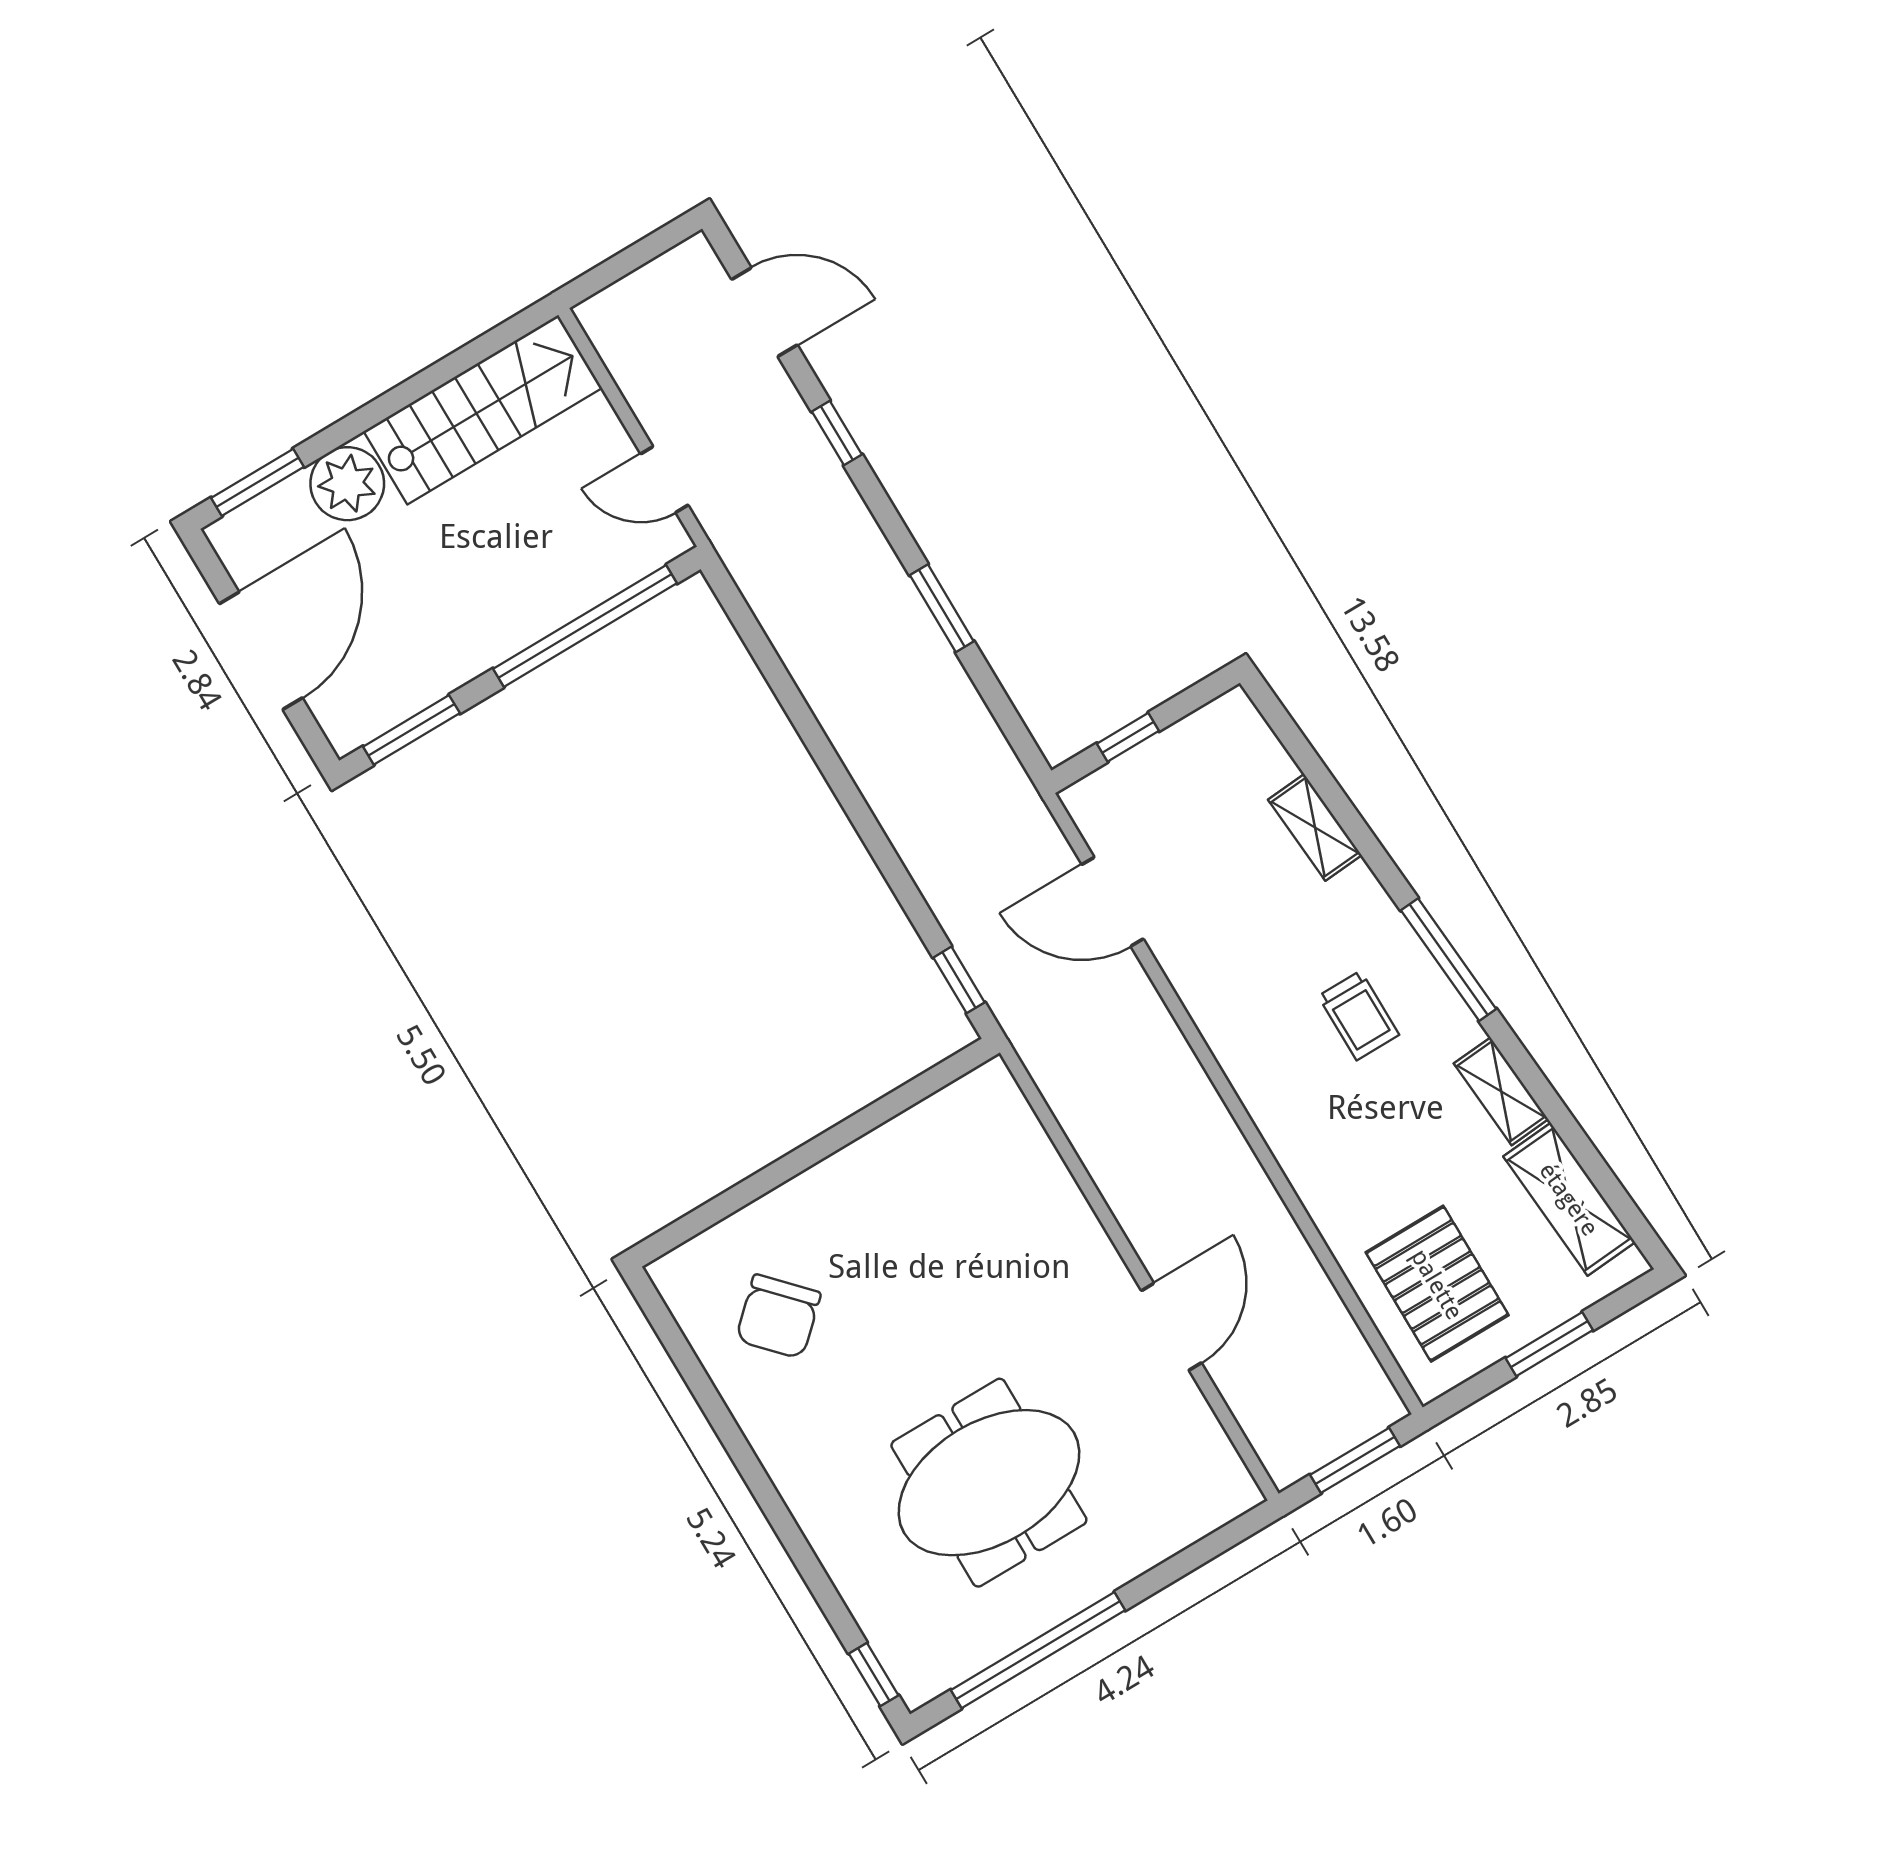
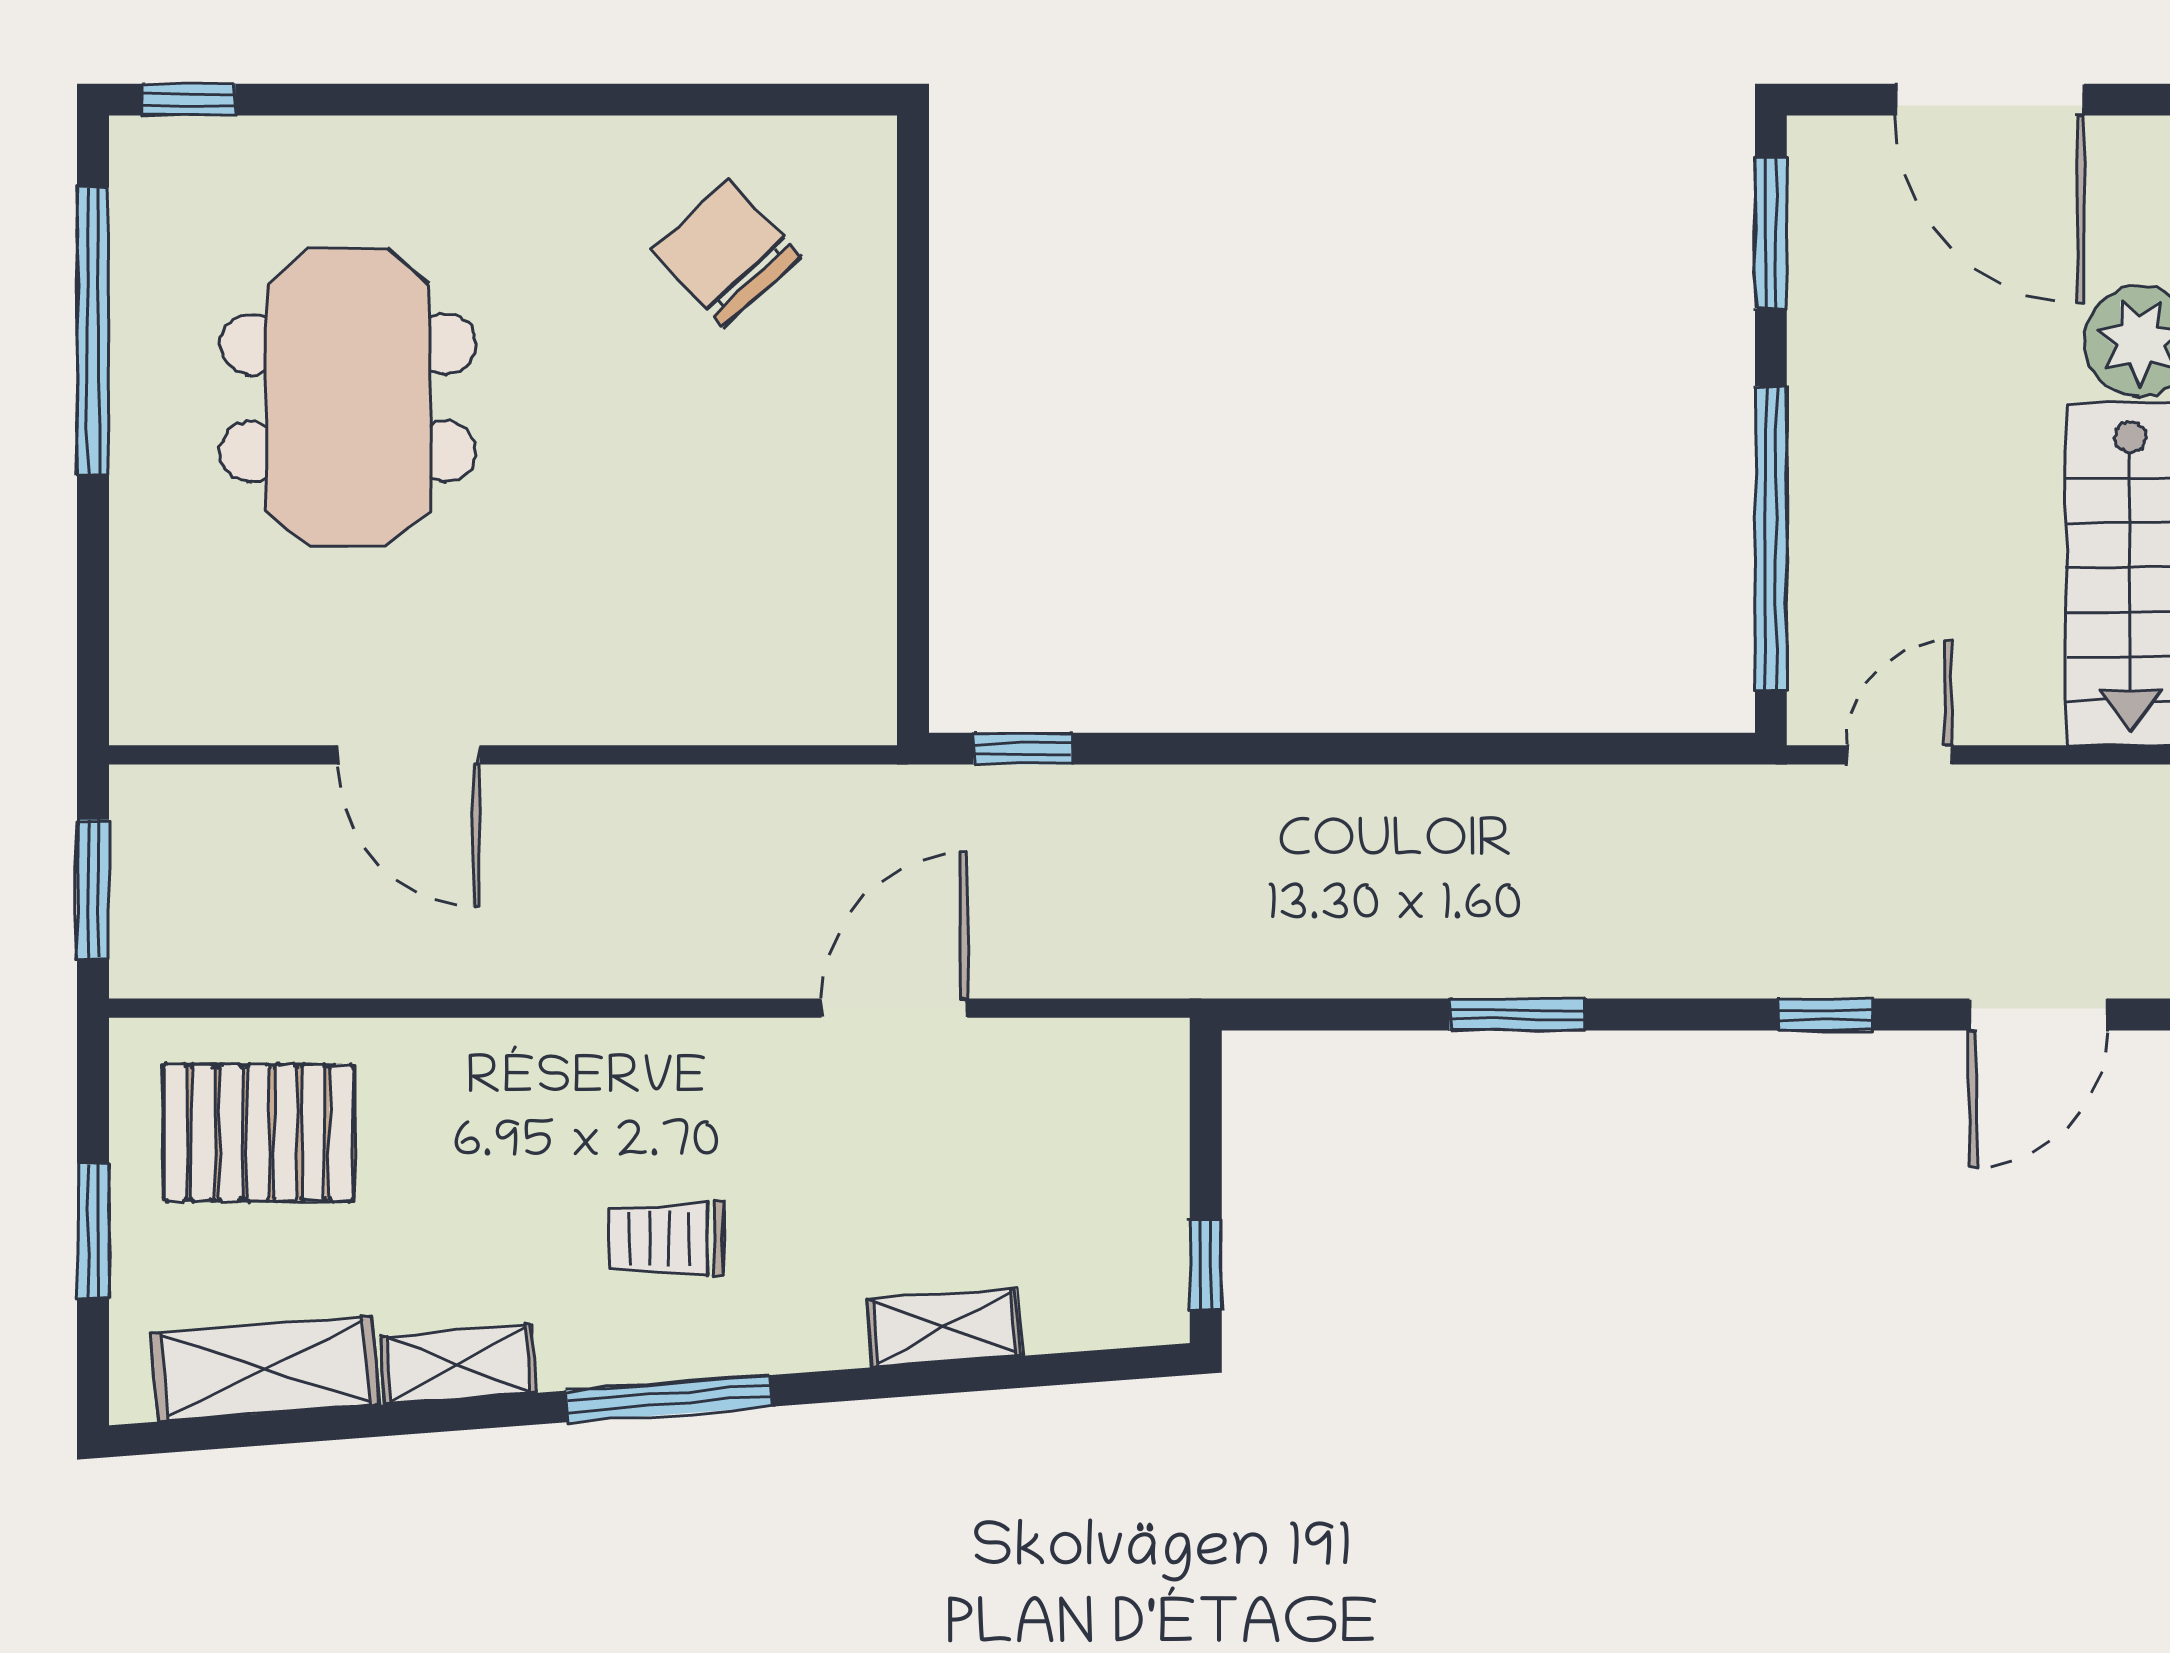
window: (1128, 737) -> (1206, 1264), moved
door: (1113, 902) -> (894, 1008), moved

